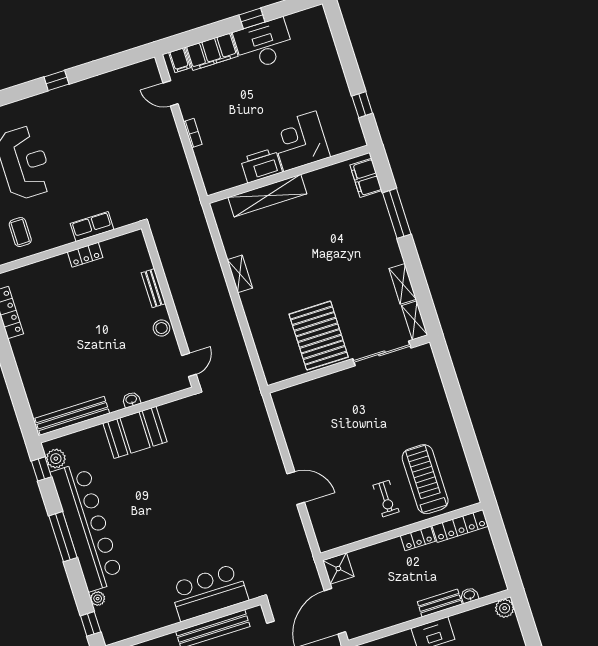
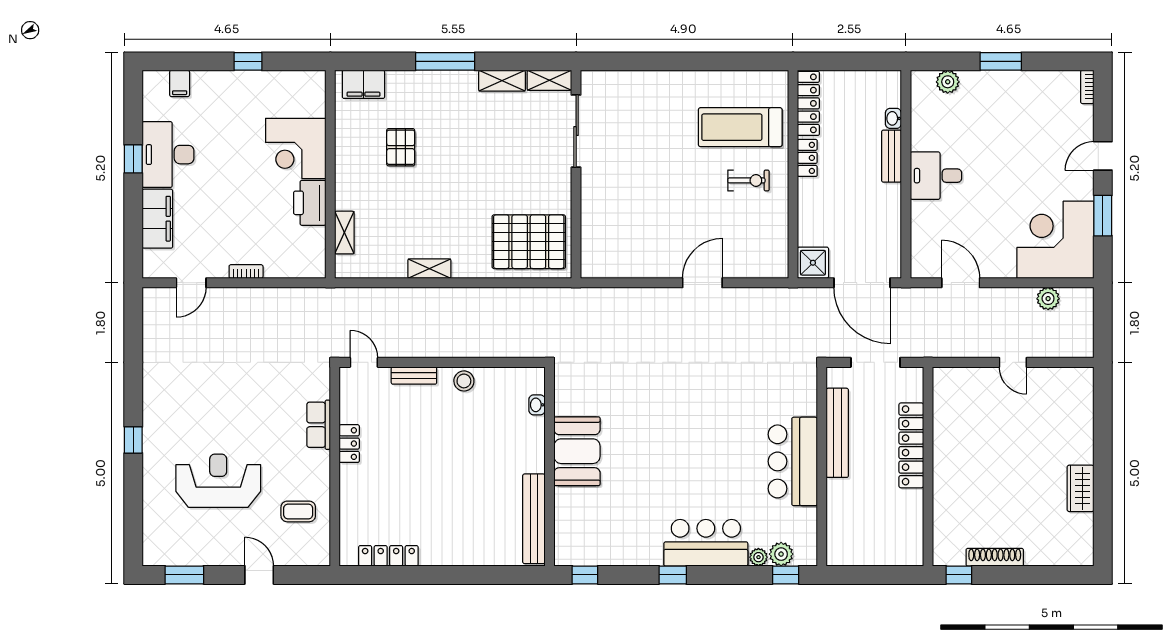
filing cabinet: (179, 60) -> (180, 83), moved, turned 90
window: (56, 80) -> (133, 440), moved
window: (362, 105) -> (248, 61), moved
shelving: (267, 196) -> (344, 233), width x0.45, depth x0.75
window: (397, 213) -> (445, 61), moved
pallet: (326, 222) -> (401, 147), added
pallet: (319, 336) -> (529, 242), moved
door: (189, 365) -> (364, 362), moved
washbasin: (131, 400) -> (537, 405), moved
plant: (56, 459) -> (781, 554), moved
bar counter: (87, 527) -> (706, 543), width x0.54
window: (63, 537) -> (673, 575), width x0.46
bar counter: (209, 592) -> (793, 461), moved
plant: (505, 608) -> (948, 82), moved

